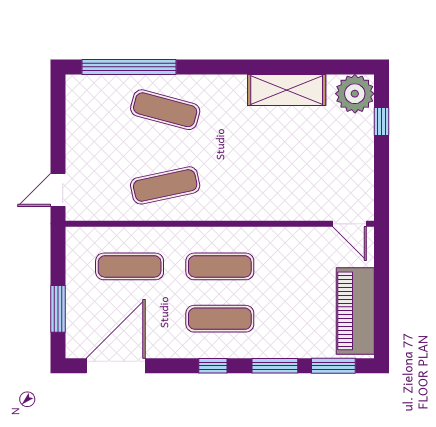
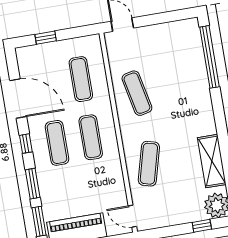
exercise mat: (165, 110) -> (149, 164), moved
door: (349, 224) -> (132, 216), hinge flipped
window: (58, 309) -> (46, 38), width x0.67
door: (116, 366) -> (18, 99), moved

